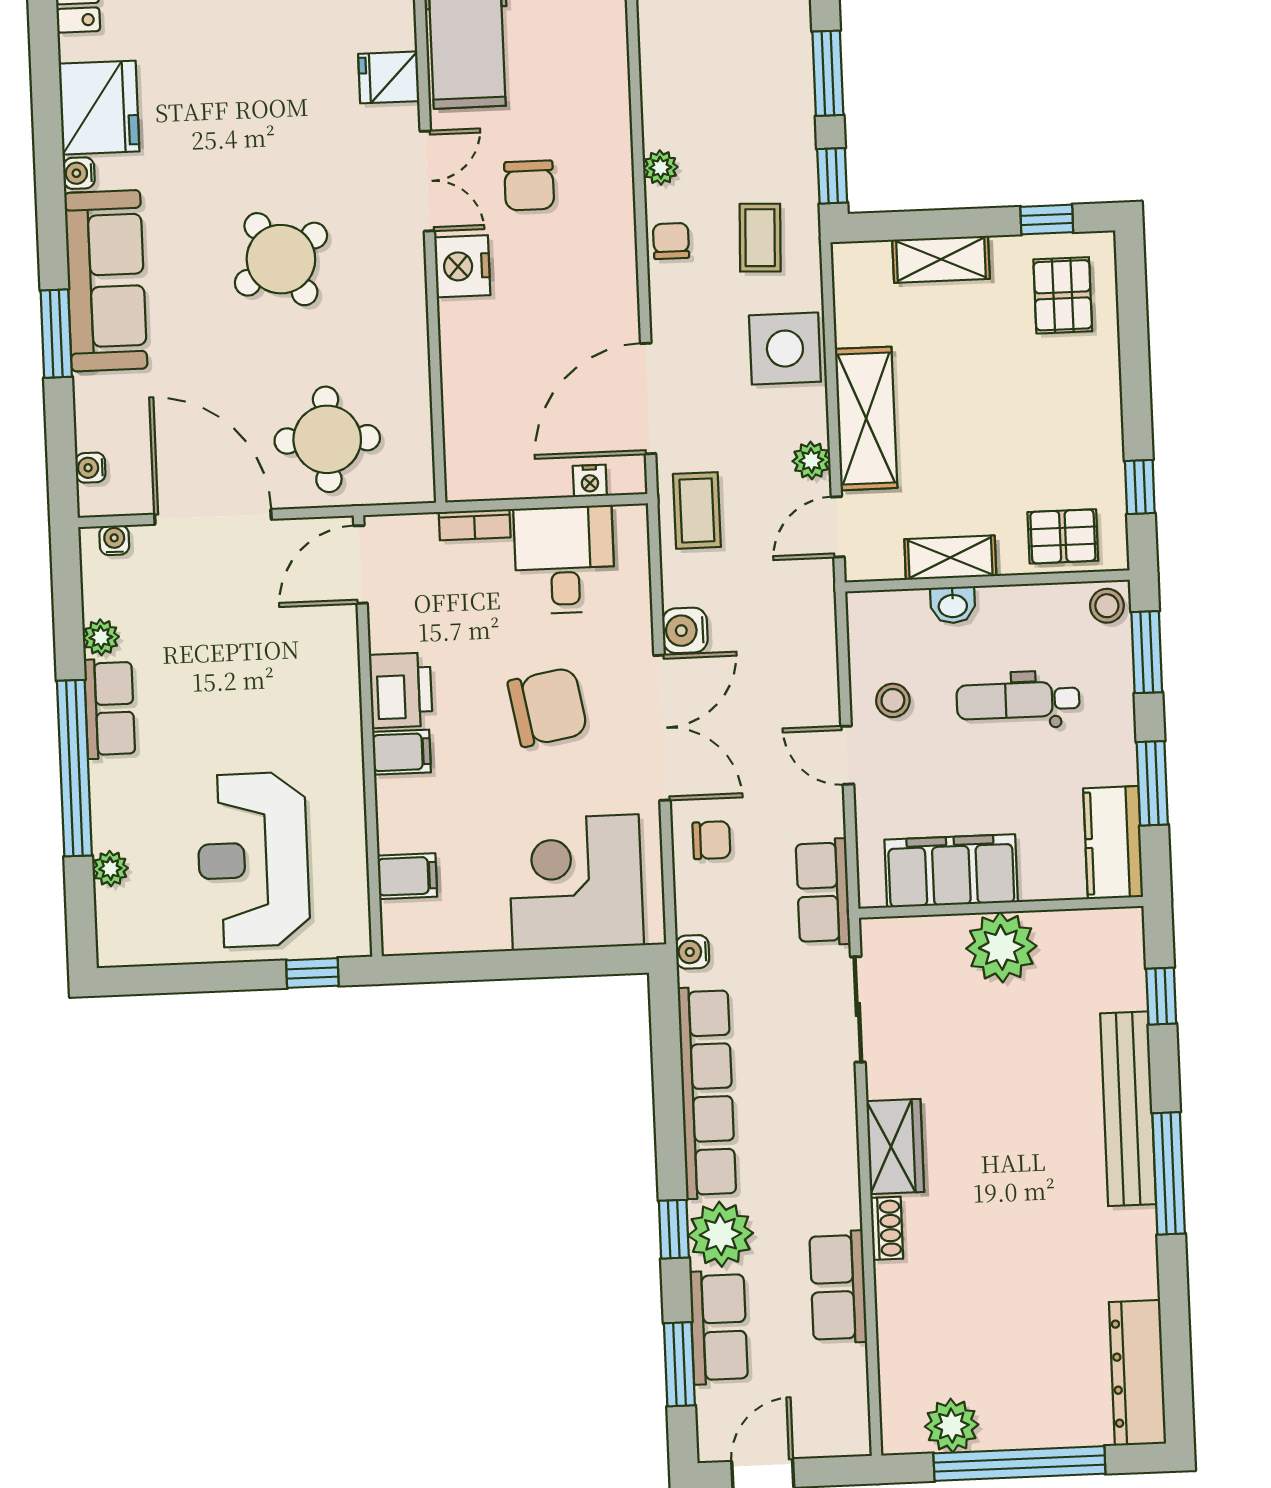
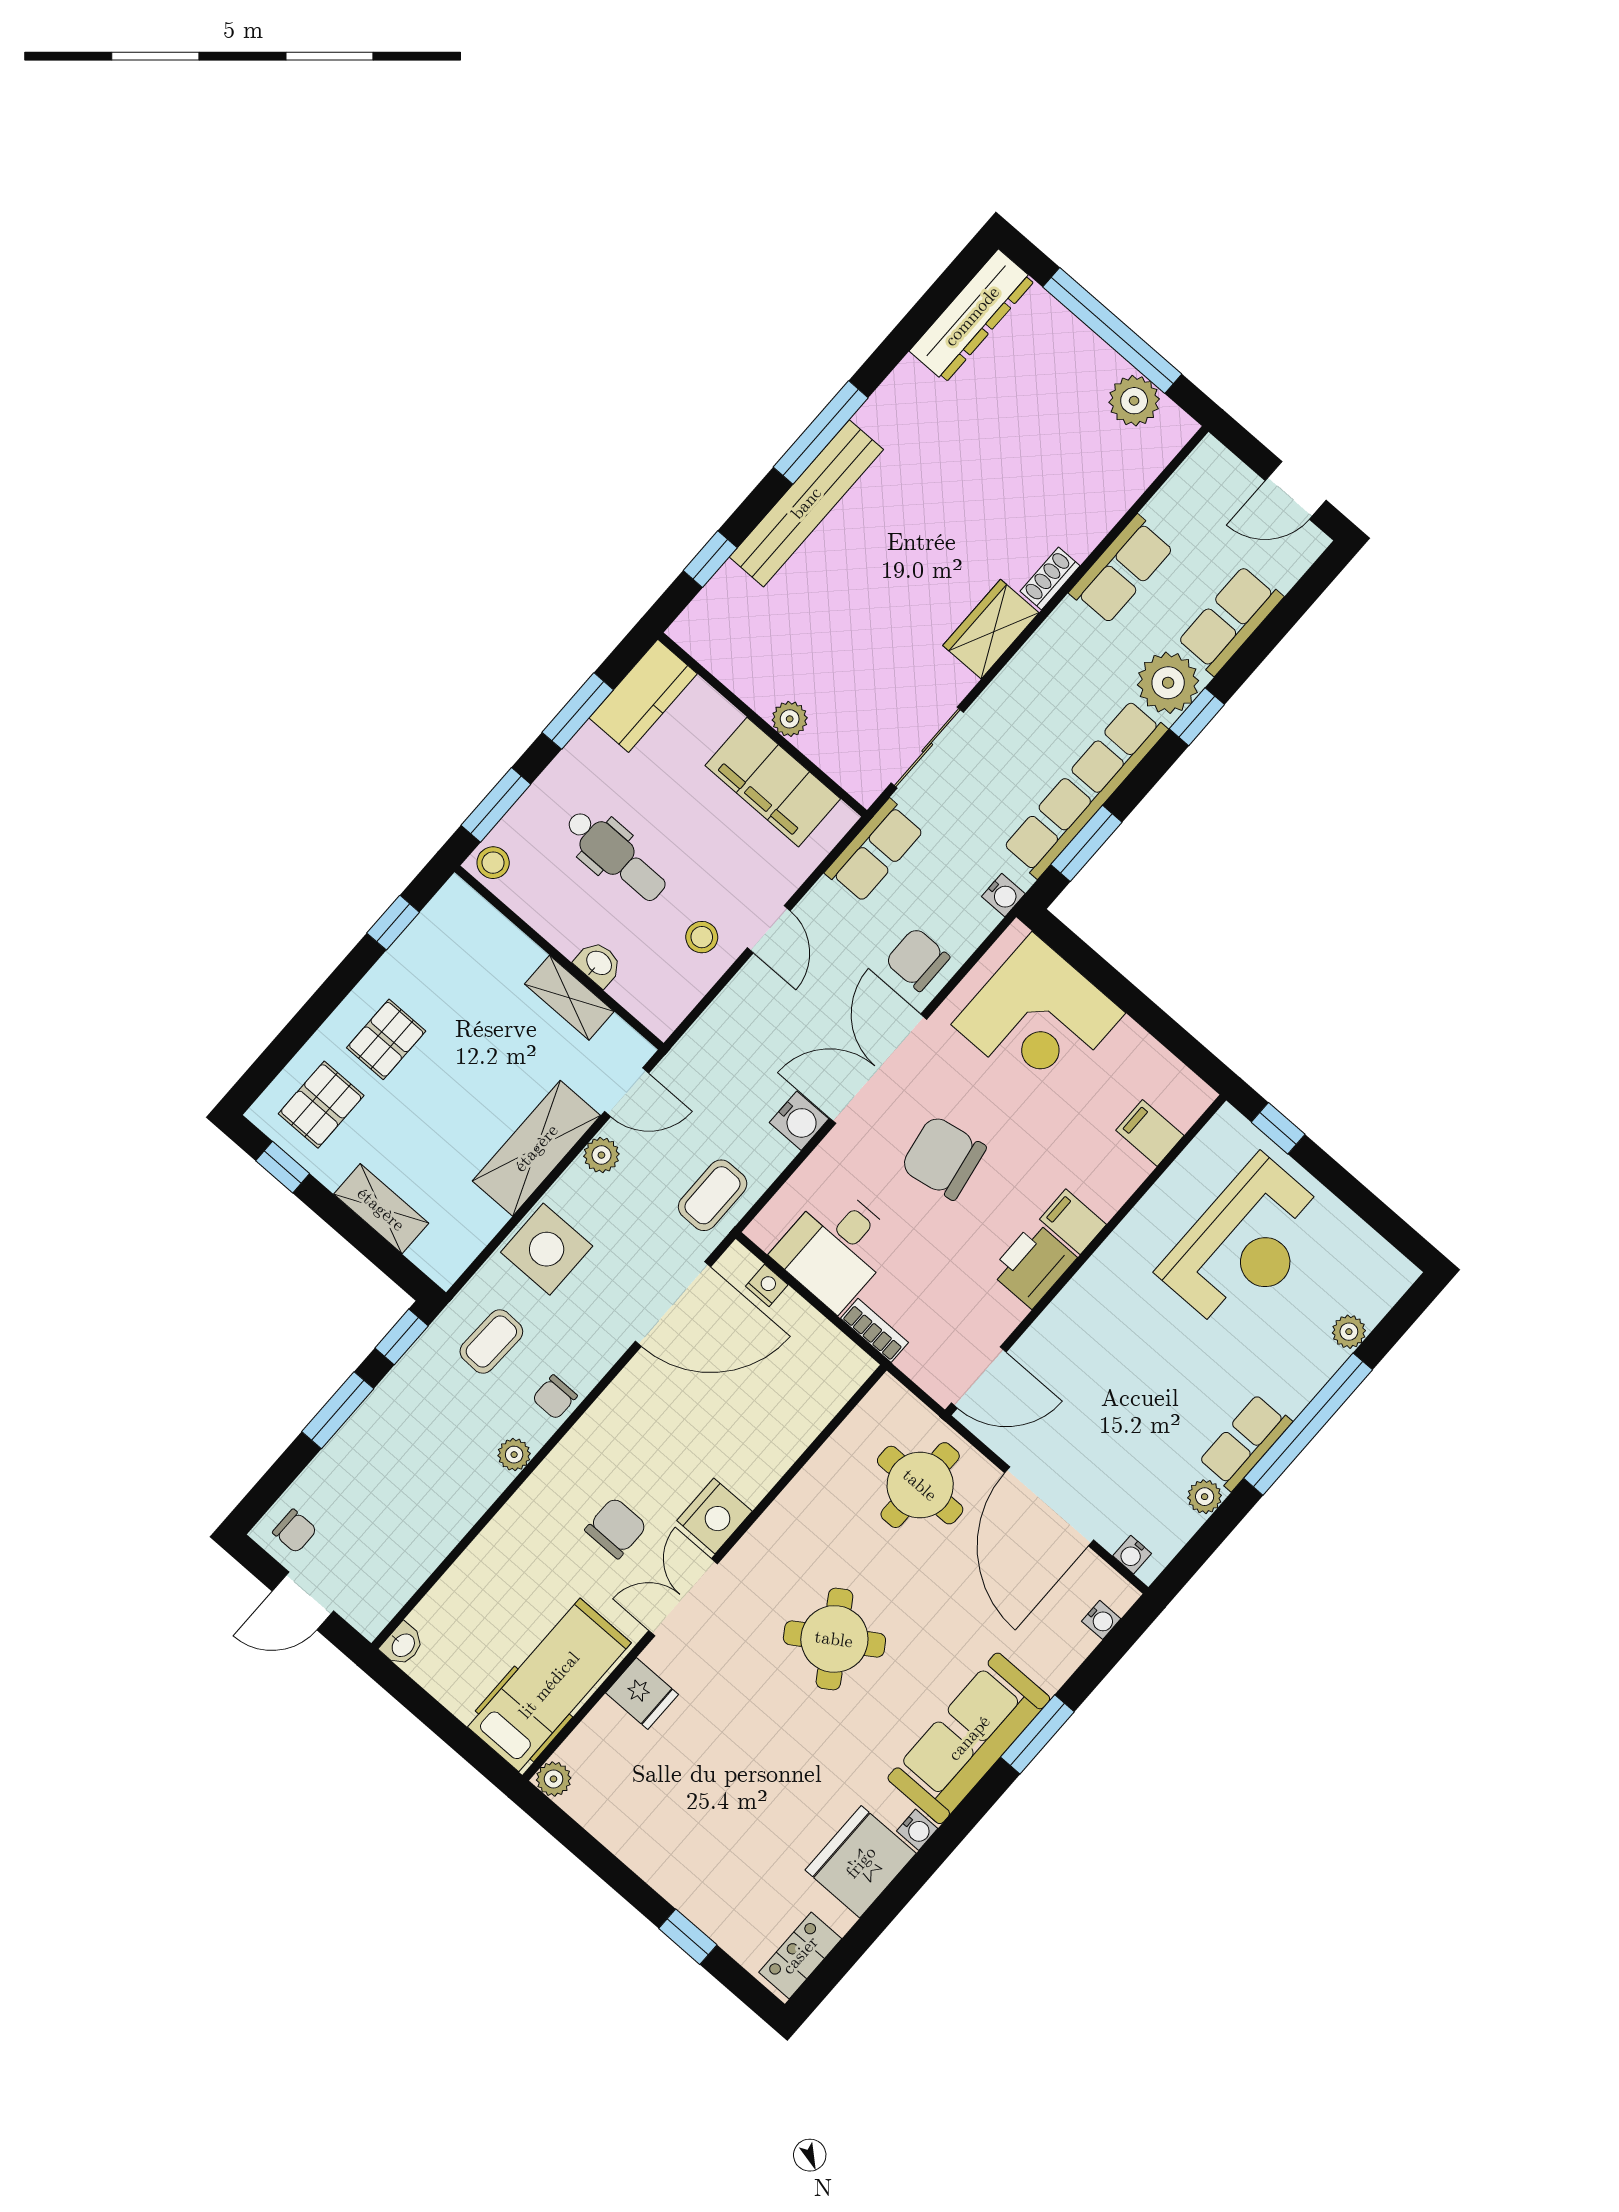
pallet: (1063, 536) -> (386, 1039), moved, turned 90
chair: (711, 840) -> (917, 959), width x1.37, depth x1.37
plant: (1001, 947) -> (790, 719), width x0.53, depth x0.53
window: (679, 1364) -> (1086, 843), moved

